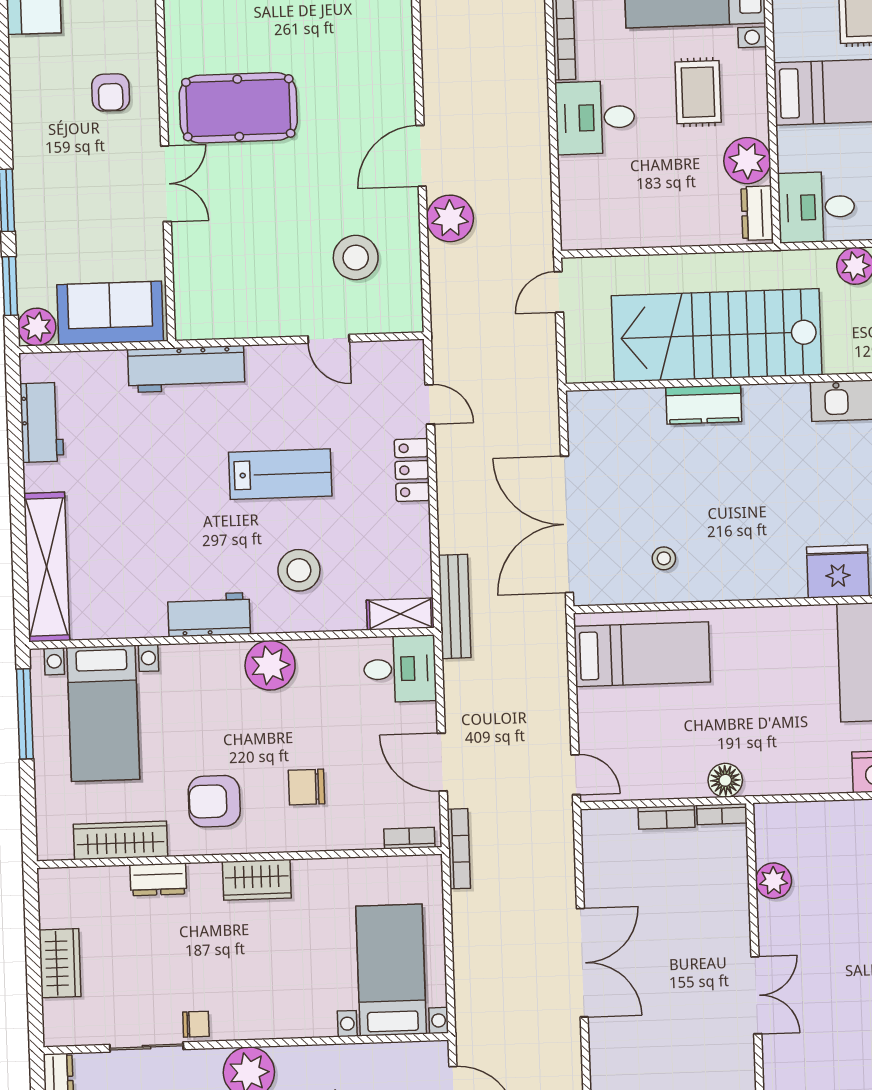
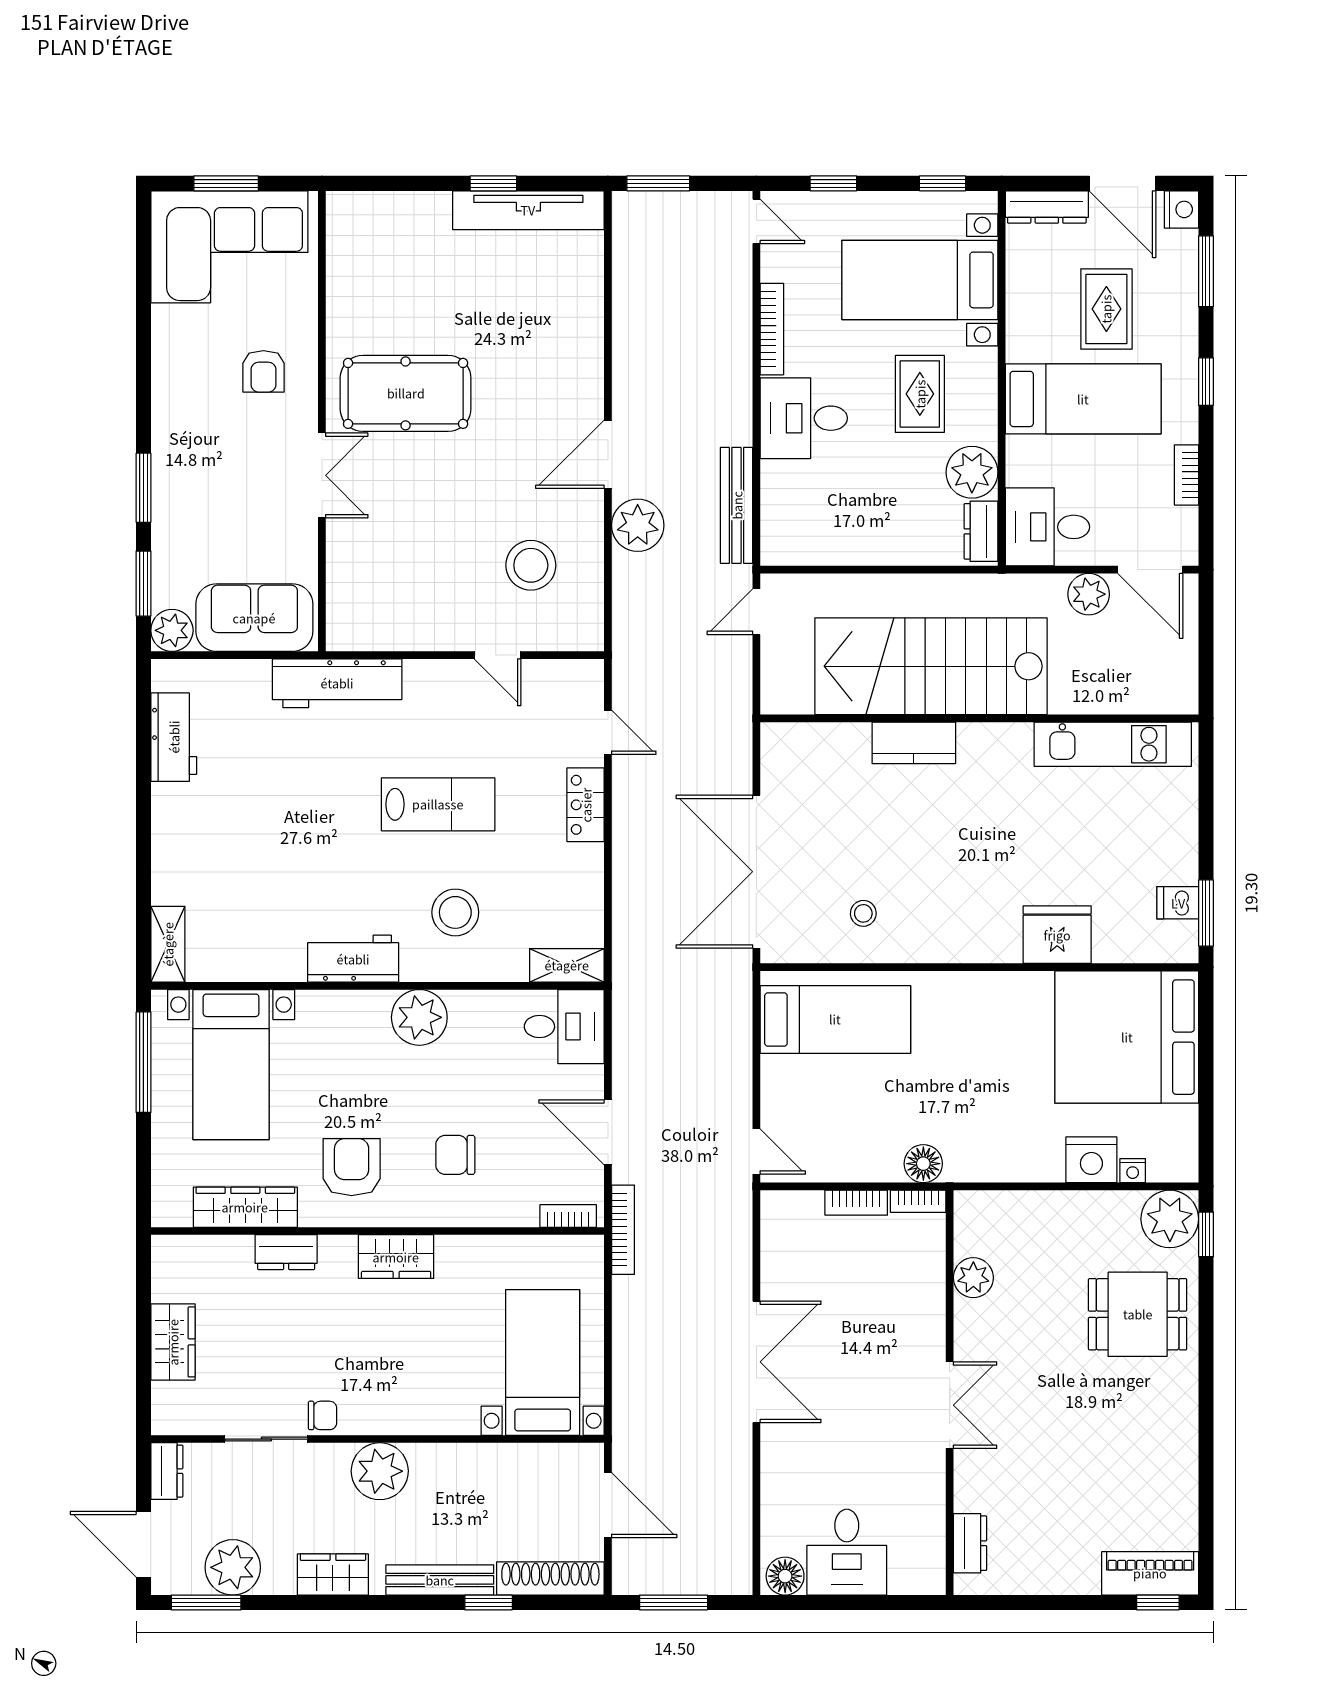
shelving: (47, 567) -> (168, 944), width x0.45, depth x0.75
bench: (455, 606) -> (737, 505), moved
armchair: (214, 801) -> (352, 1167), turned 90

